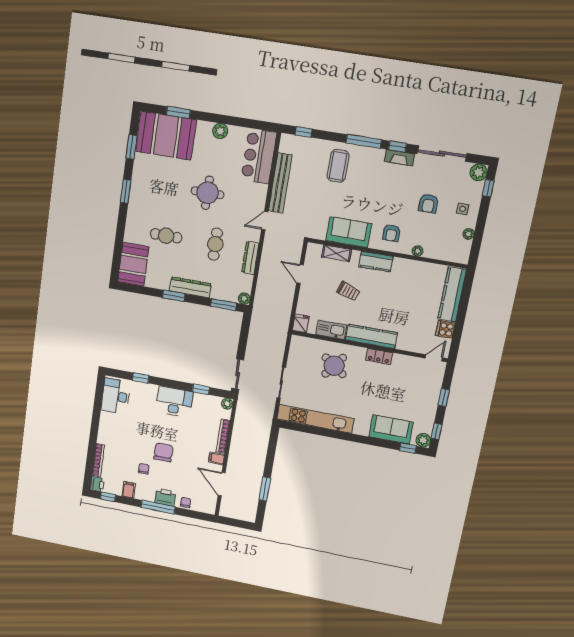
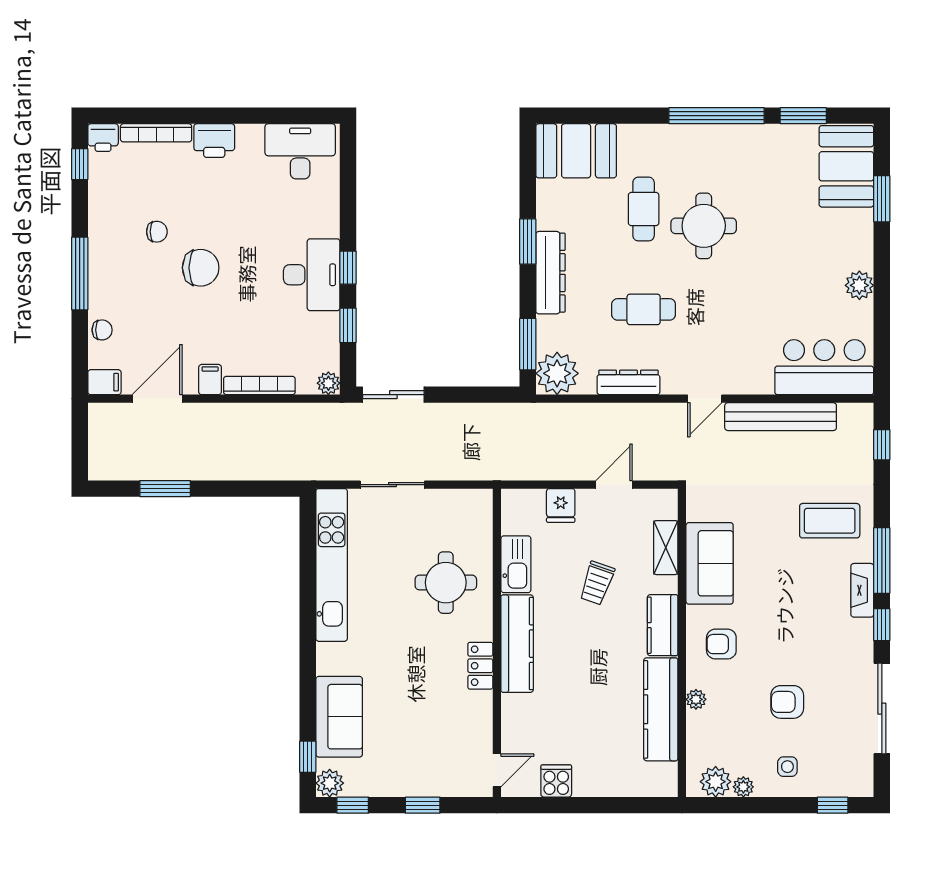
booth: (166, 136) -> (846, 166), width x0.73, depth x0.70
fireplace: (399, 158) -> (862, 590), moved
plant: (479, 172) -> (716, 782), moved
window: (126, 191) -> (717, 116), width x2.11
round table: (208, 193) -> (704, 226), moved
door: (265, 221) -> (705, 399), swing flipped
kitchen counter: (452, 294) -> (661, 709), moved, turned -90
plant: (244, 298) -> (557, 373), width x1.88, depth x1.88
fridge: (301, 323) -> (561, 505), moved, turned 90
door: (434, 358) -> (497, 770), hinge flipped
round table: (334, 366) -> (446, 583), turned -36
window: (141, 378) -> (348, 268), moved
filing cabinet: (129, 490) -> (104, 382), moved
printer: (165, 497) -> (214, 141), moved, turned 90

